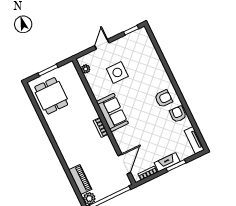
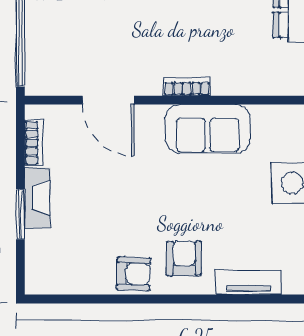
armchair: (163, 99) -> (184, 258), turned 180
tv unit: (194, 140) -> (249, 282), moved
door: (124, 164) -> (108, 100), moved

